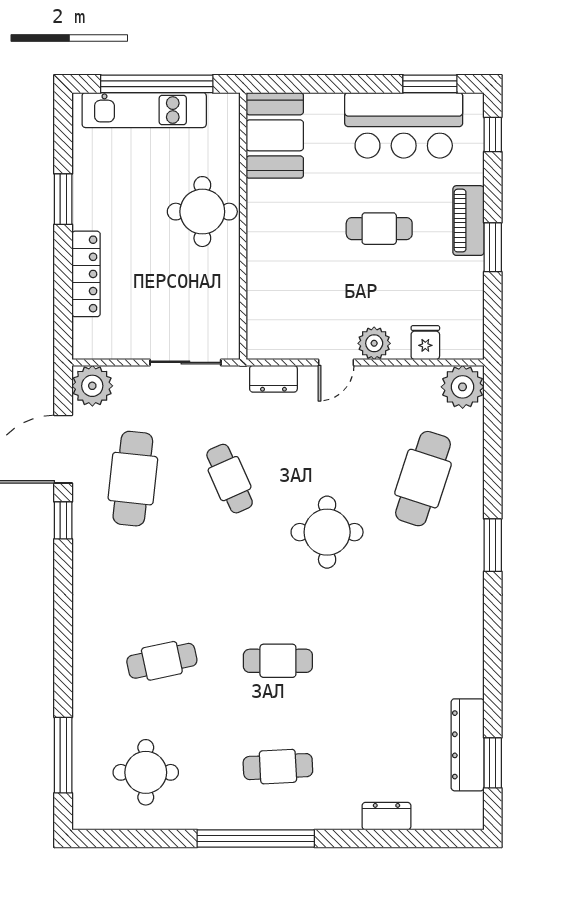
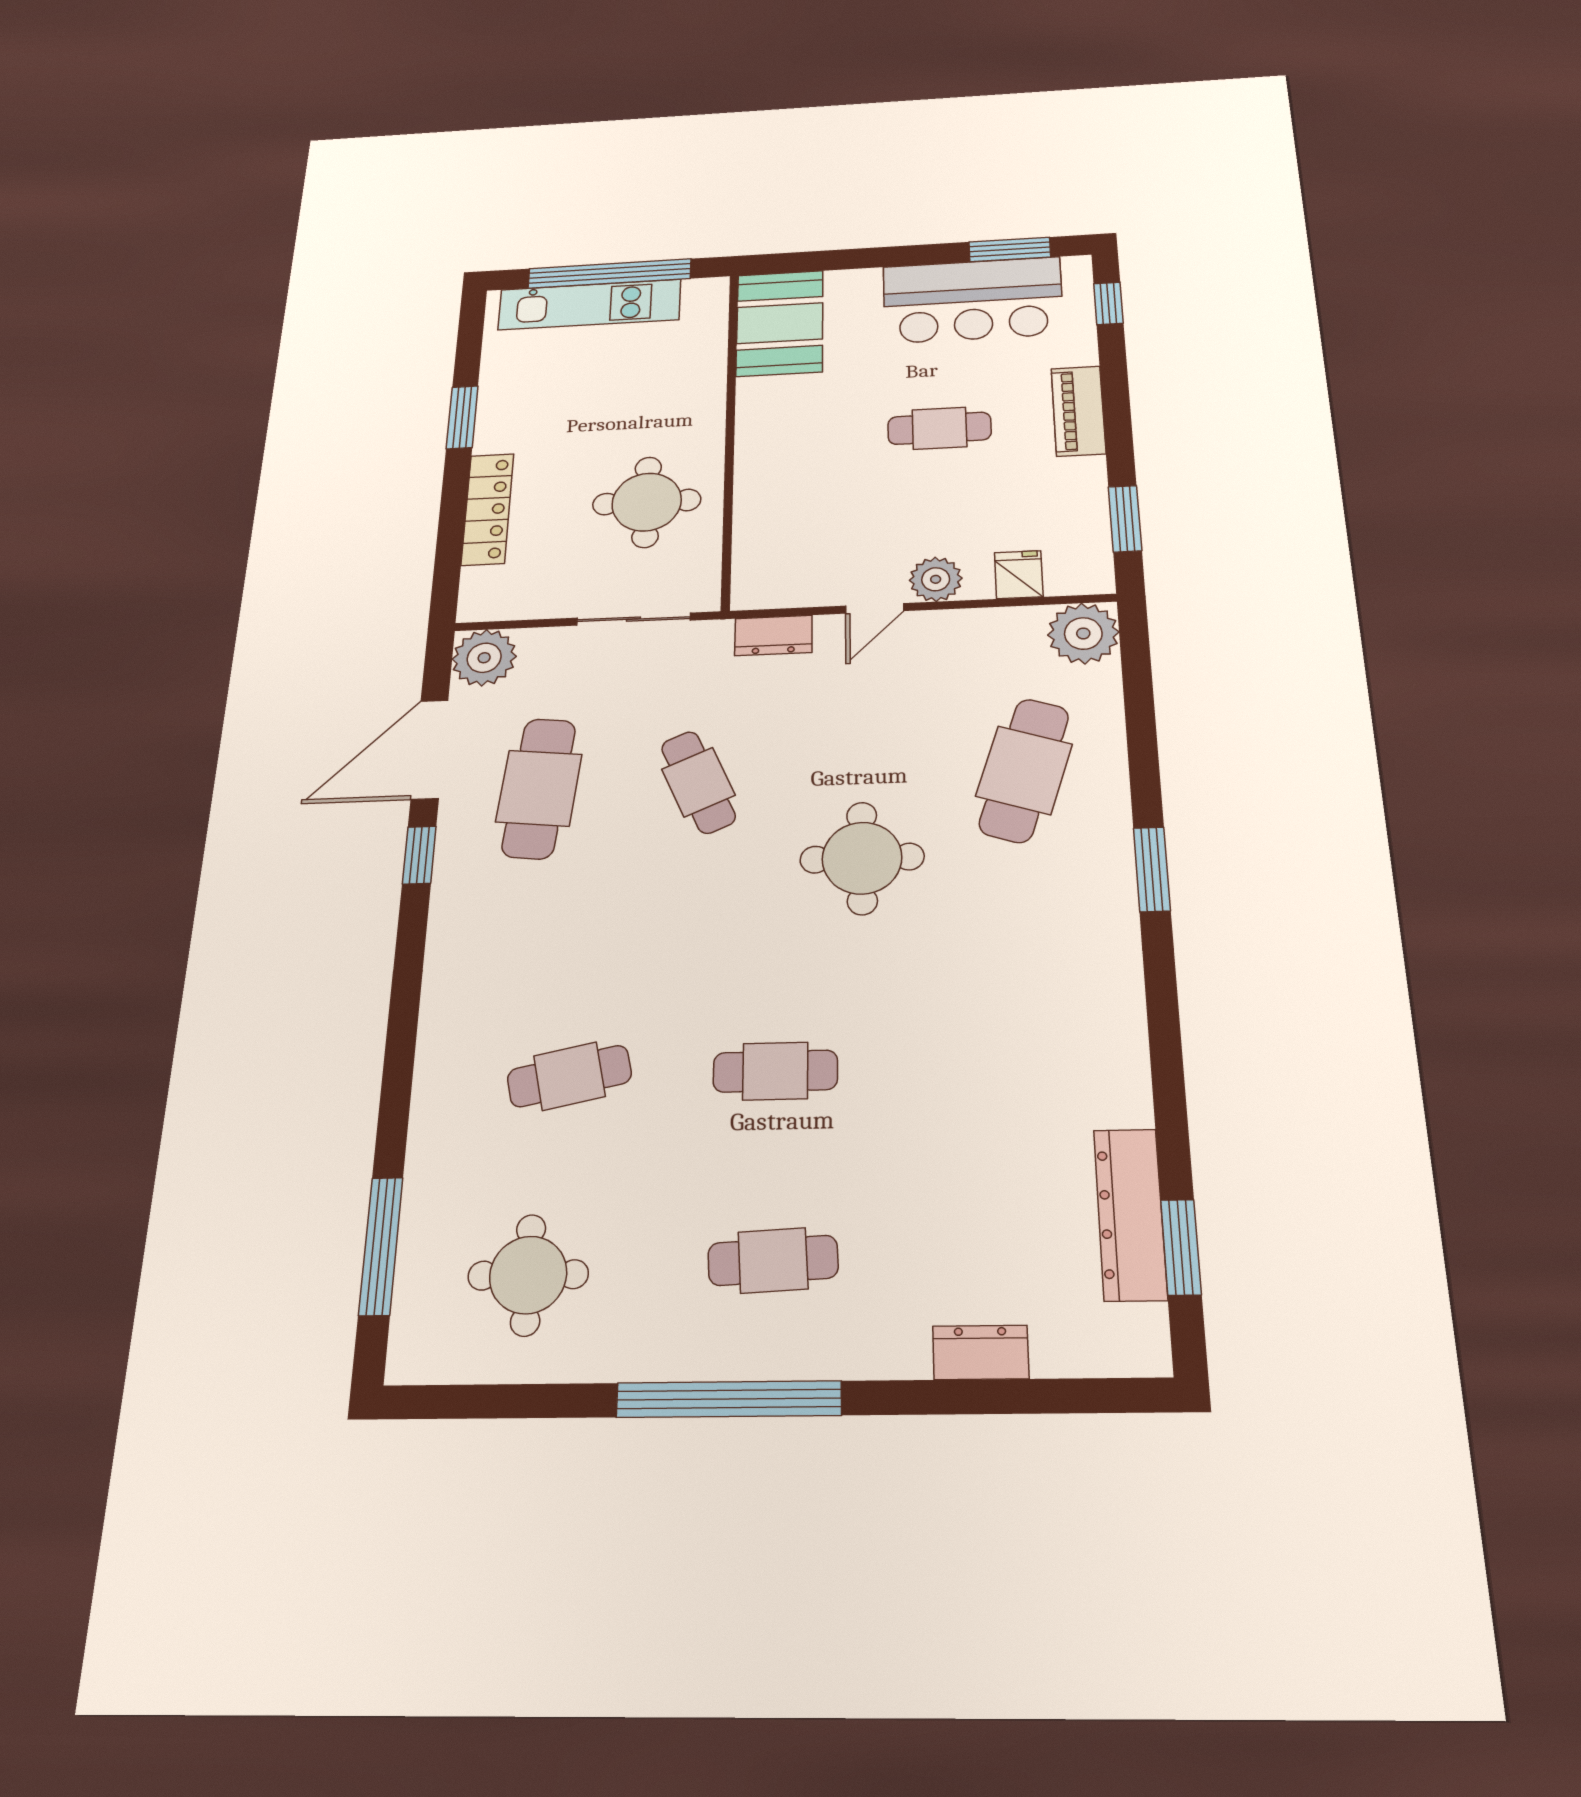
round table: (202, 212) -> (647, 502), moved
window: (493, 247) -> (1125, 519), moved

